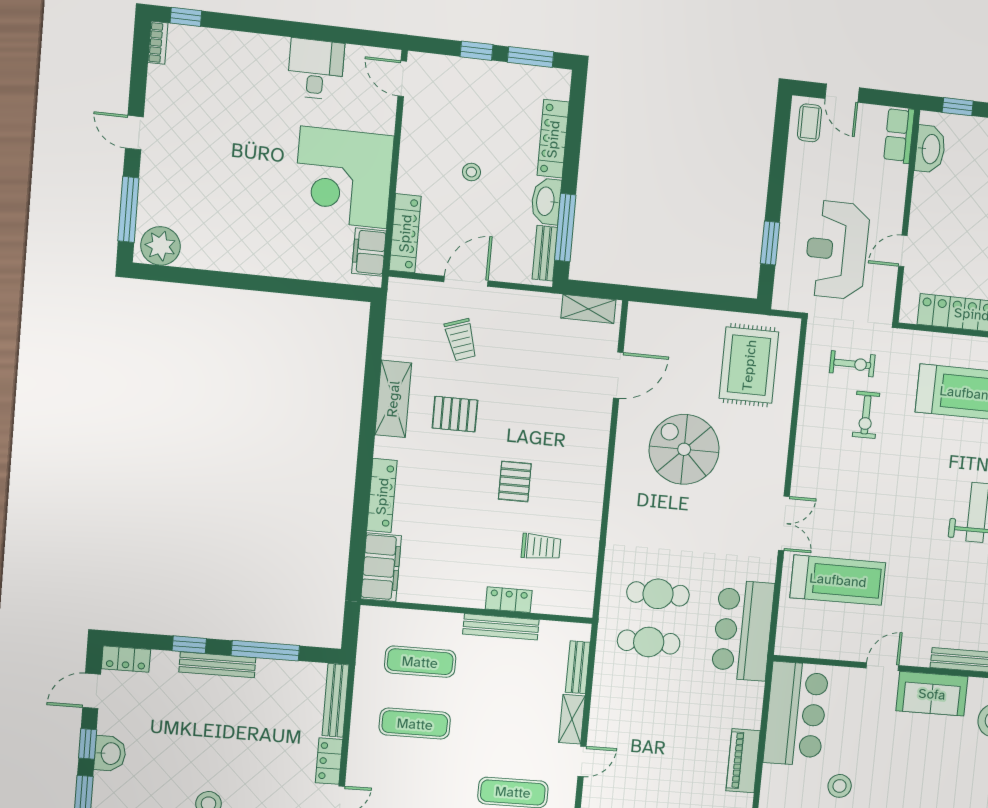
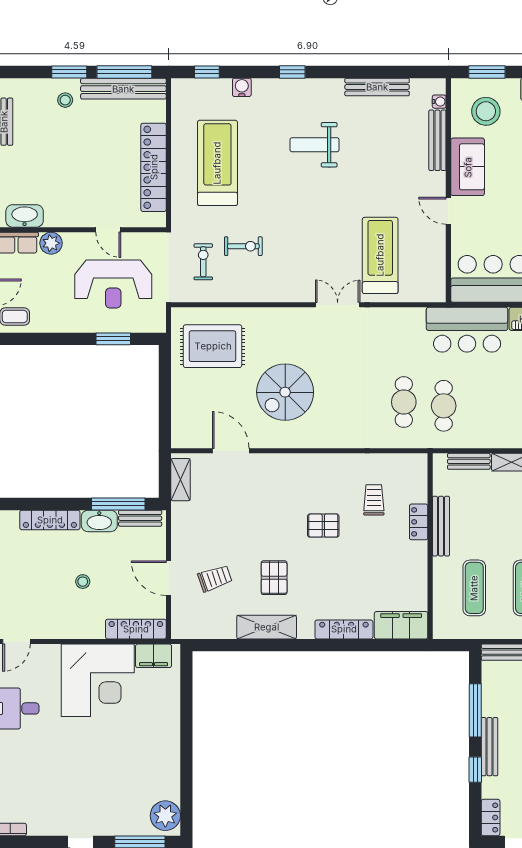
plant: (894, 178) -> (51, 243), added
bar counter: (743, 630) -> (467, 330), moved

